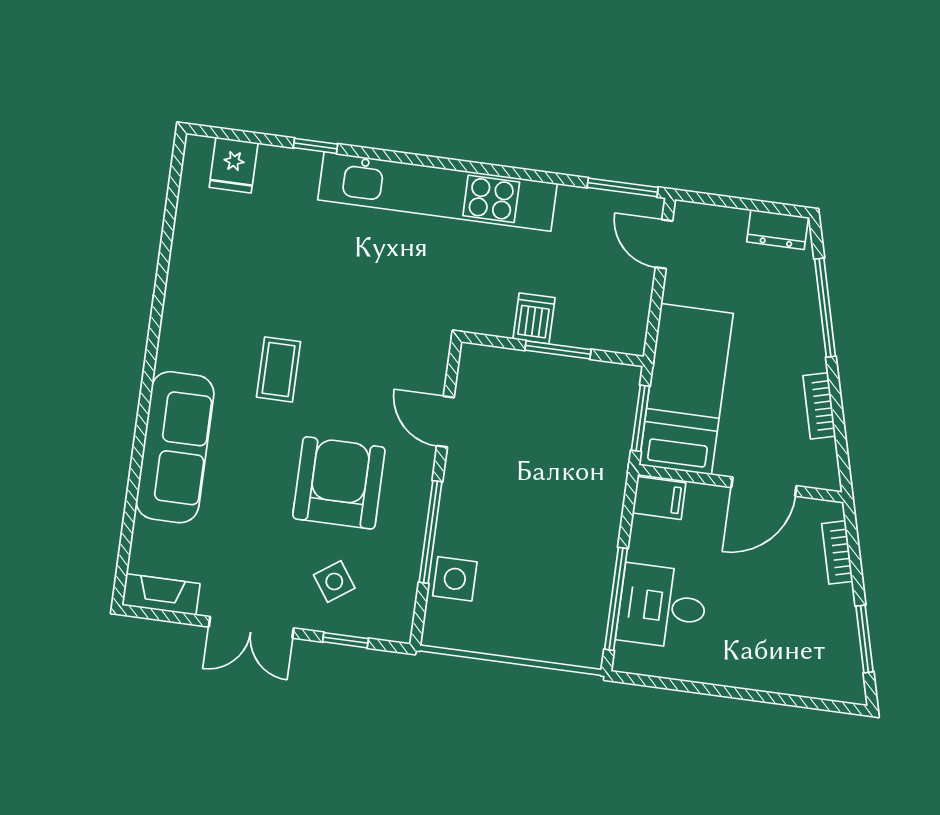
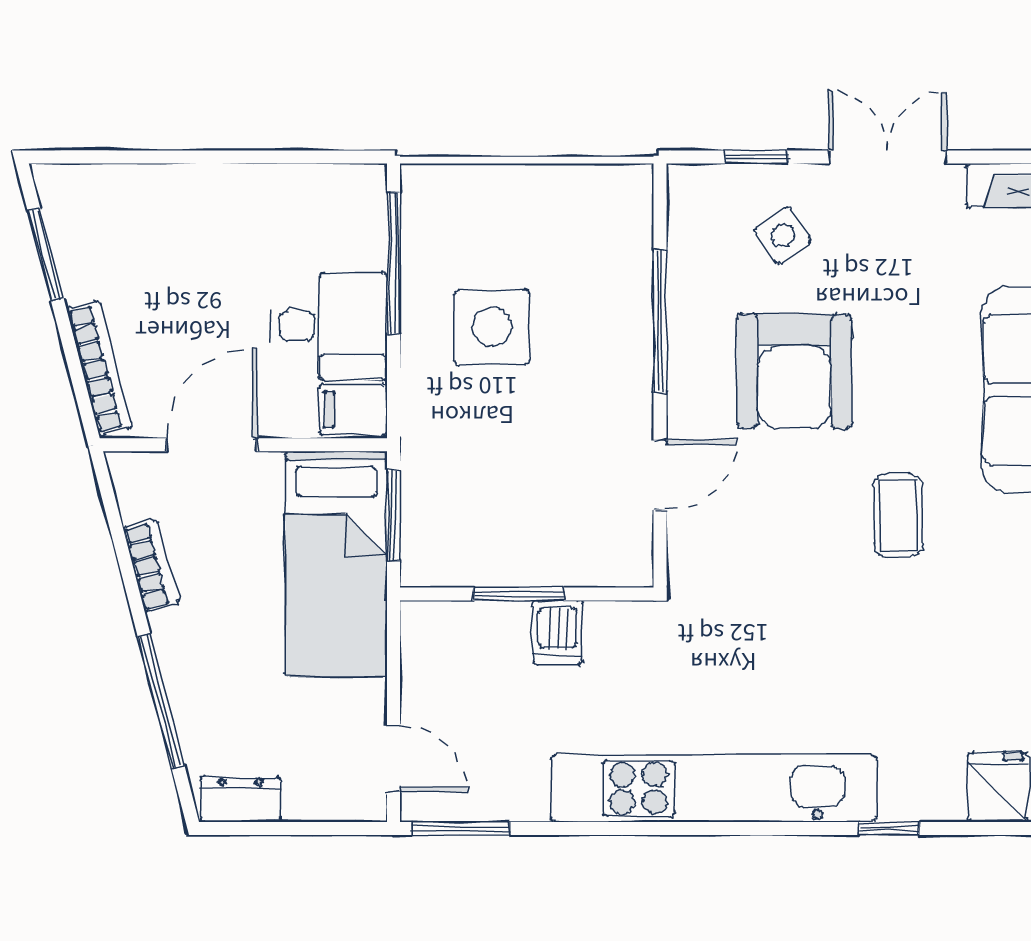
door: (445, 422) -> (660, 475), hinge flipped
bookcase: (837, 552) -> (99, 368), width x1.56
side table: (455, 579) -> (492, 327), moved, width x1.37, depth x1.37
desk: (662, 606) -> (329, 326), moved

